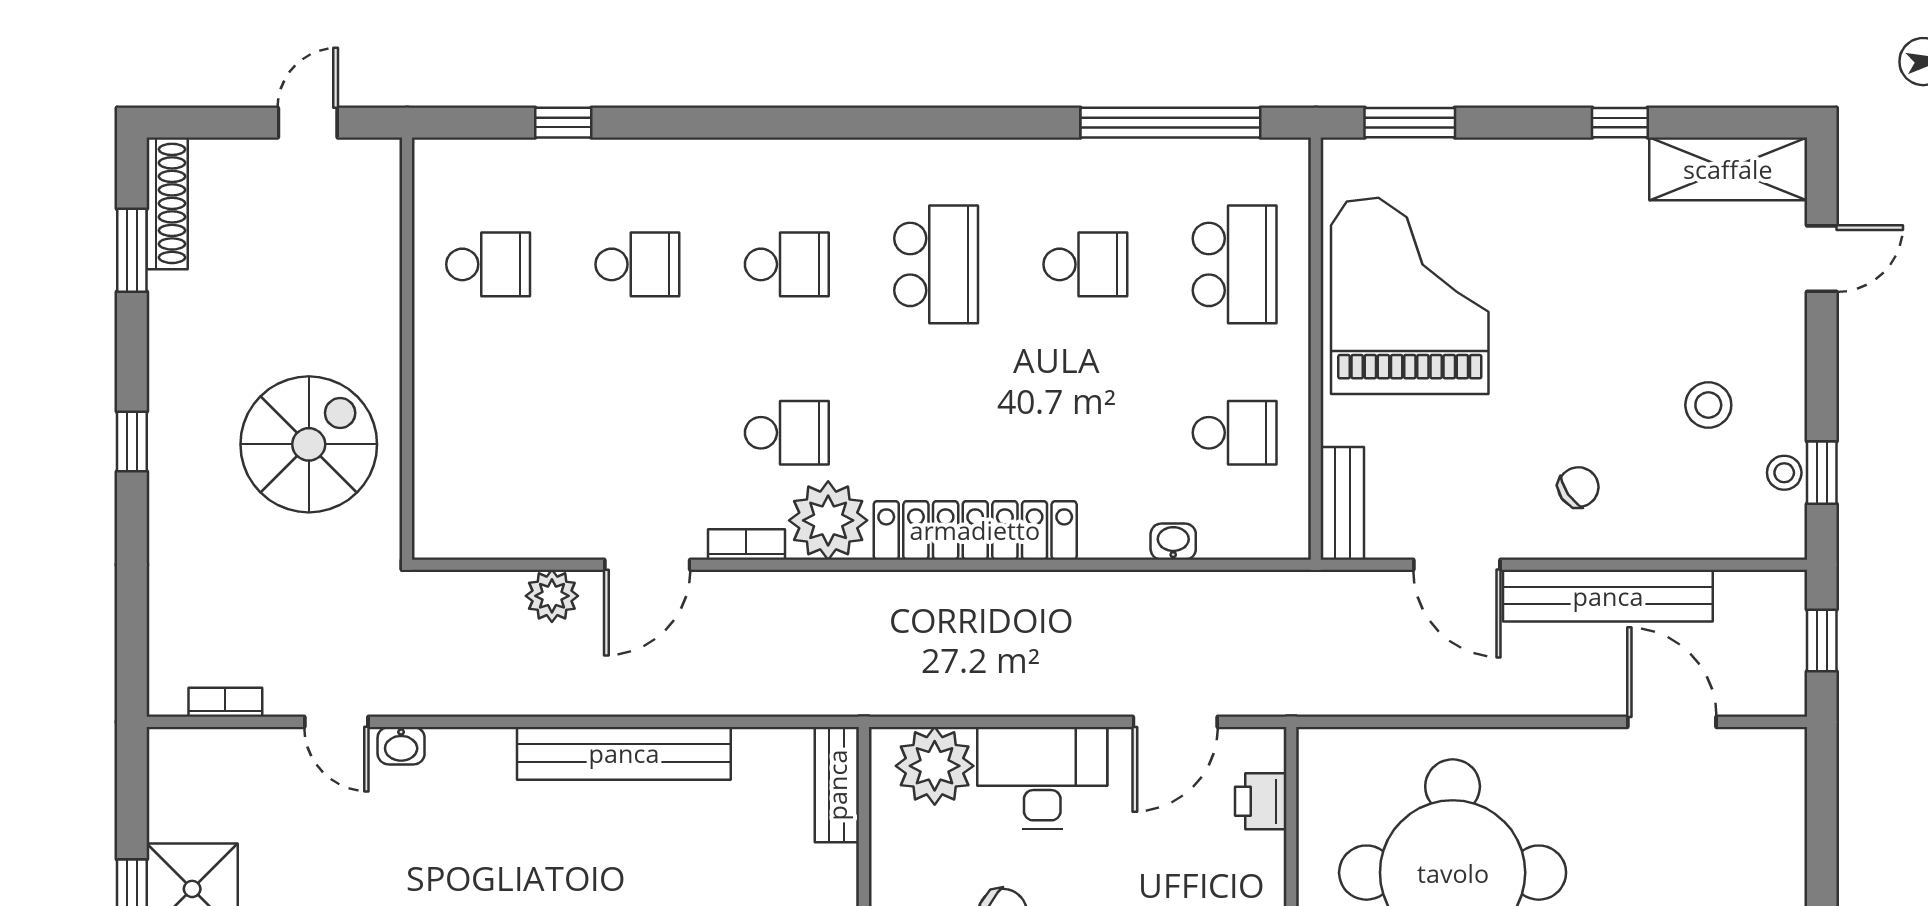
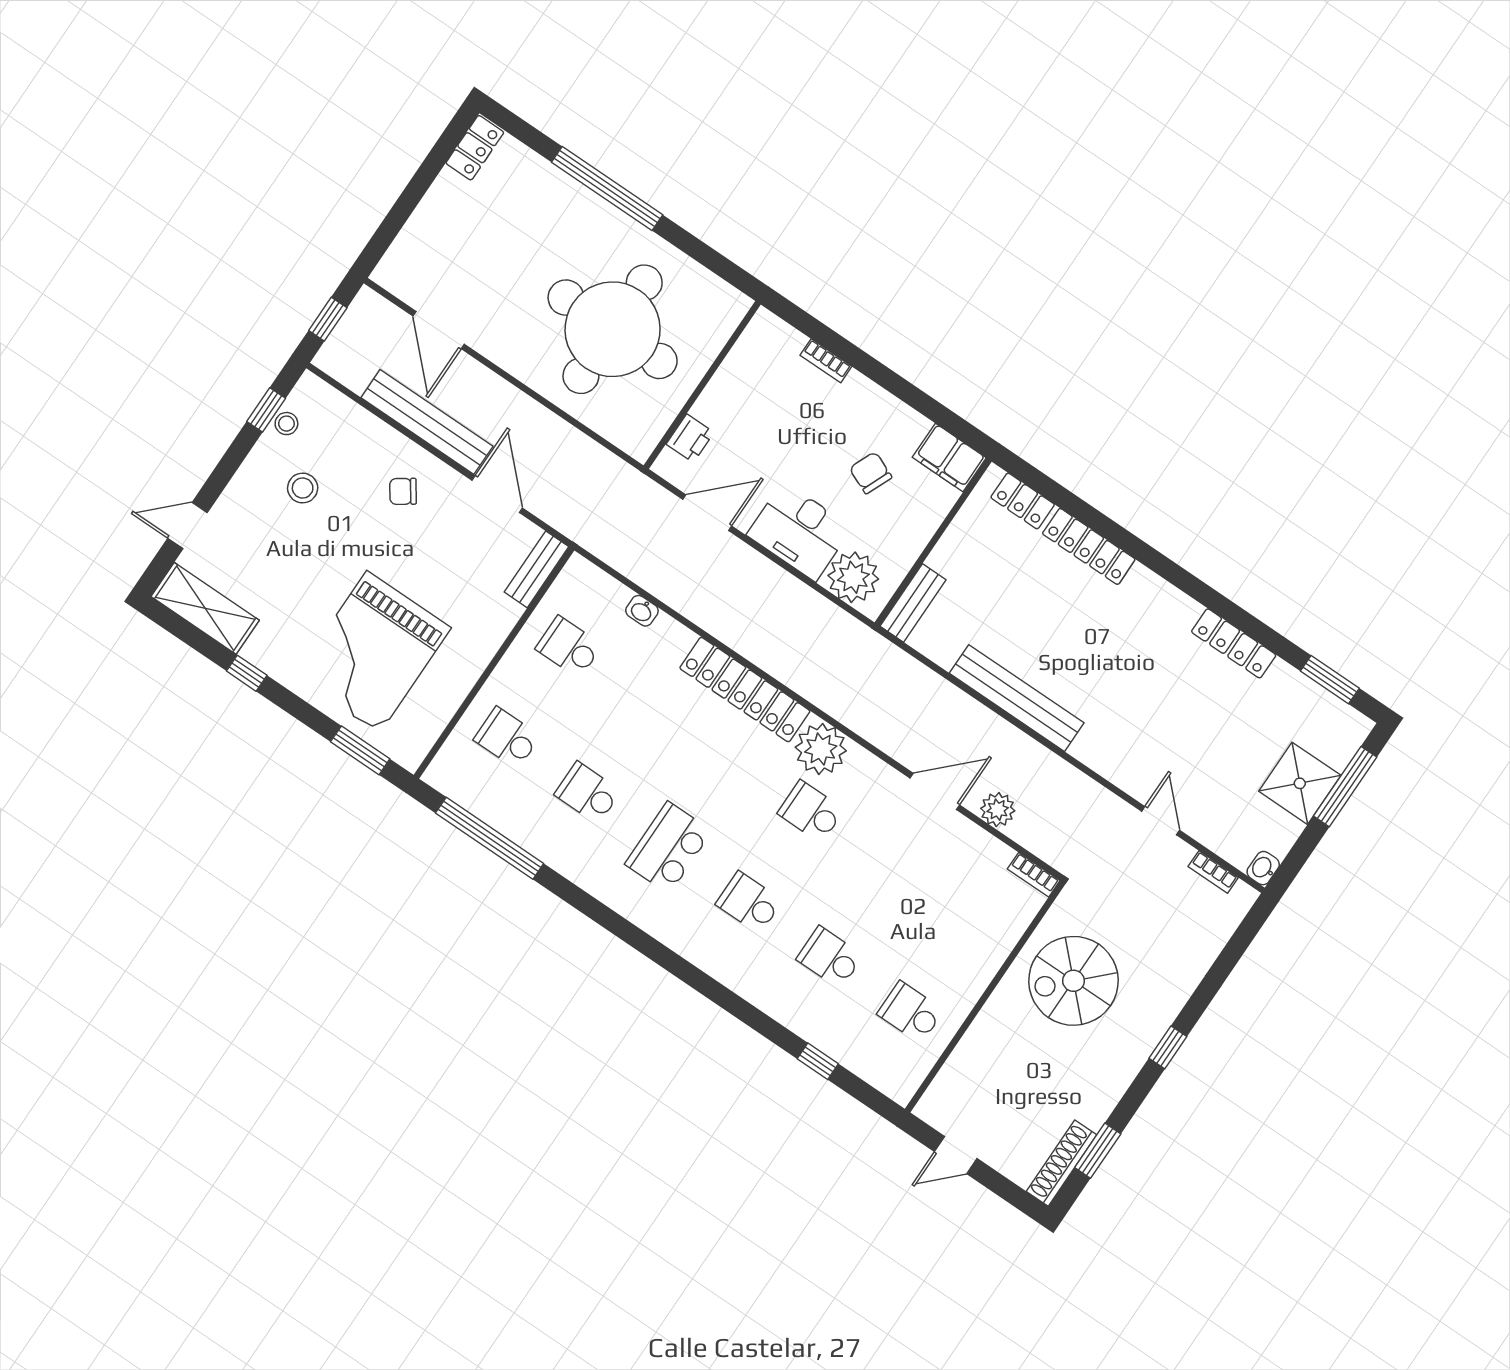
school desk: (1235, 264) -> (507, 738), width x0.54
grand piano: (1410, 296) -> (373, 652), moved
bookcase: (746, 544) -> (1034, 875), moved
washbasin: (401, 746) -> (1263, 868), moved, turned -90

